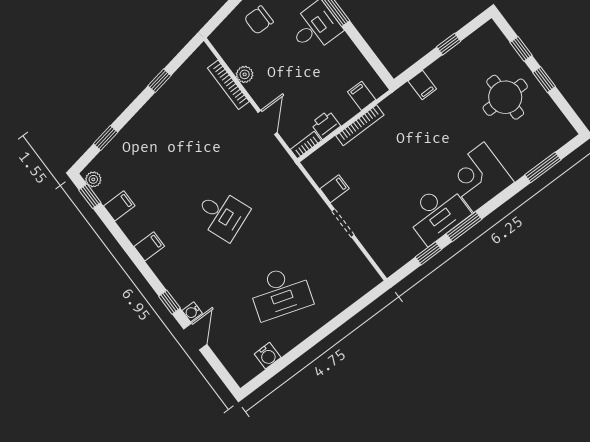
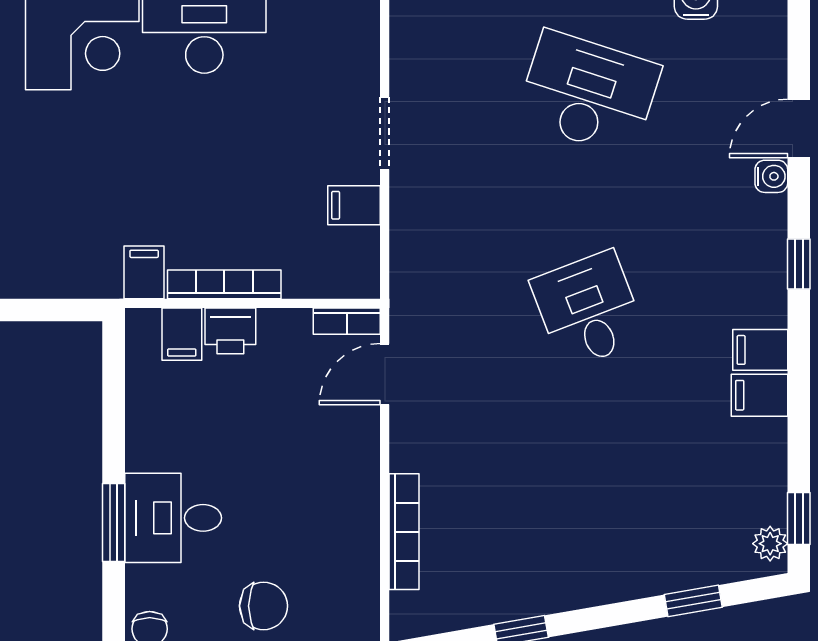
plant: (245, 74) -> (361, 528), removed
filing cabinet: (422, 85) -> (144, 272), moved
door: (267, 122) -> (385, 374), moved
printer: (326, 125) -> (230, 331), moved
filing cabinet: (119, 206) -> (759, 395), moved
window: (169, 302) -> (799, 264), moved

